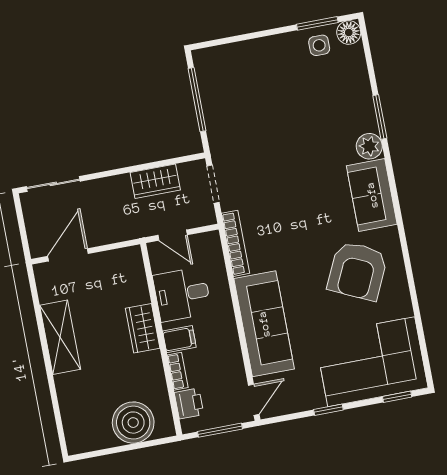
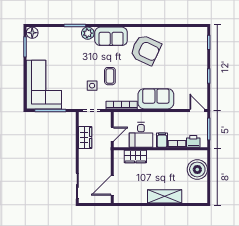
side table: (319, 45) -> (92, 86), moved
coffee table: (290, 208) -> (110, 76), added
door: (68, 255) -> (112, 185), hinge flipped
sofa: (264, 324) -> (156, 99), width x0.73
wardrobe: (143, 328) -> (135, 157), moved
shelving: (60, 337) -> (165, 196), moved
corner sofa: (371, 362) -> (44, 85), moved, turned 180

